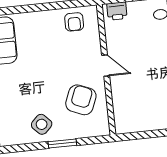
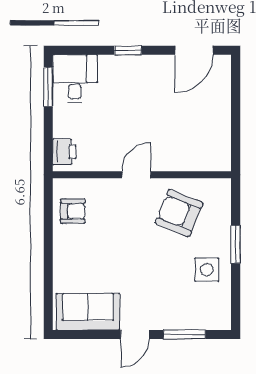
side table: (42, 124) -> (207, 270), turned 45

